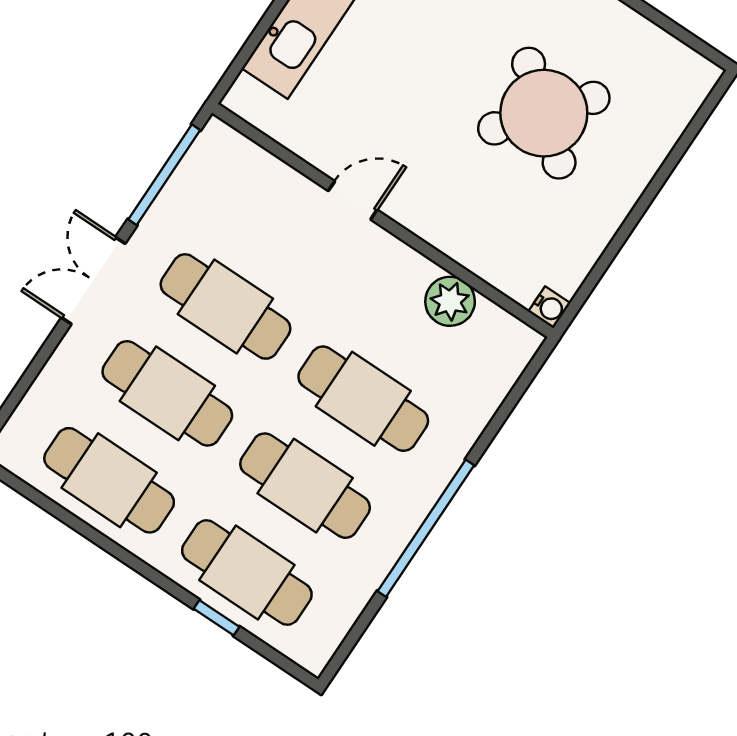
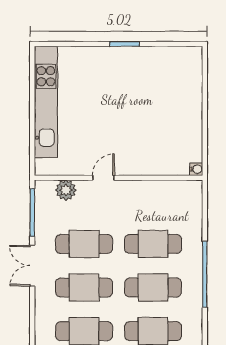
round table: (544, 113) -> (149, 103), removed
plant: (450, 301) -> (66, 190), moved

